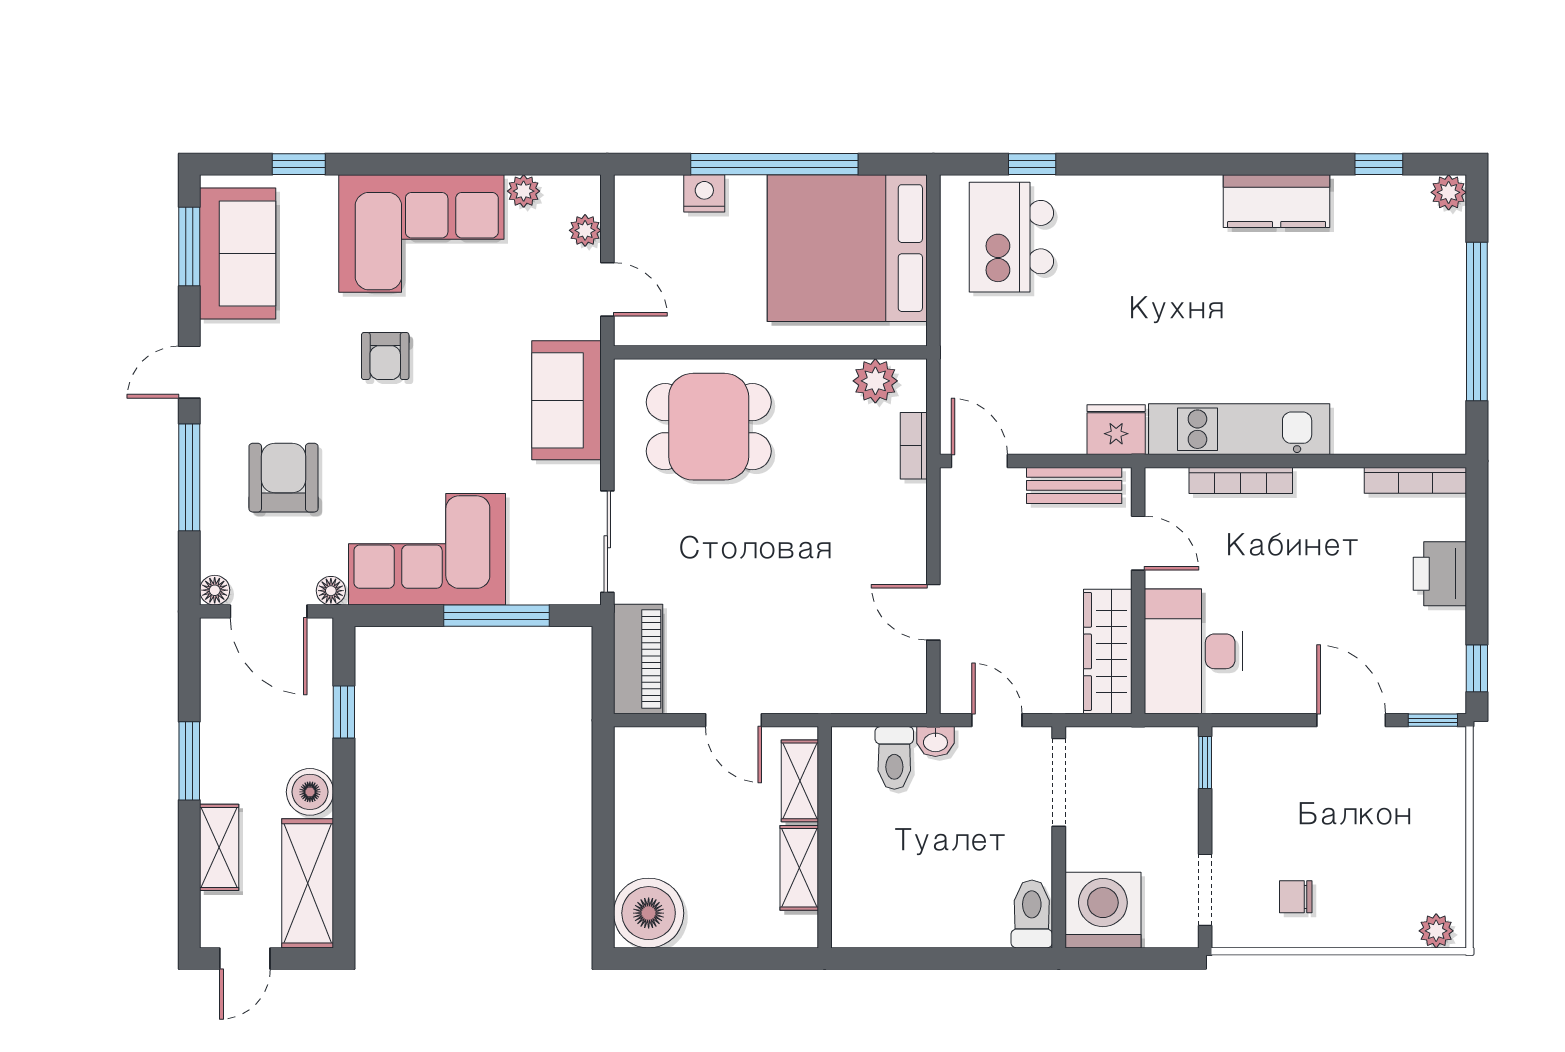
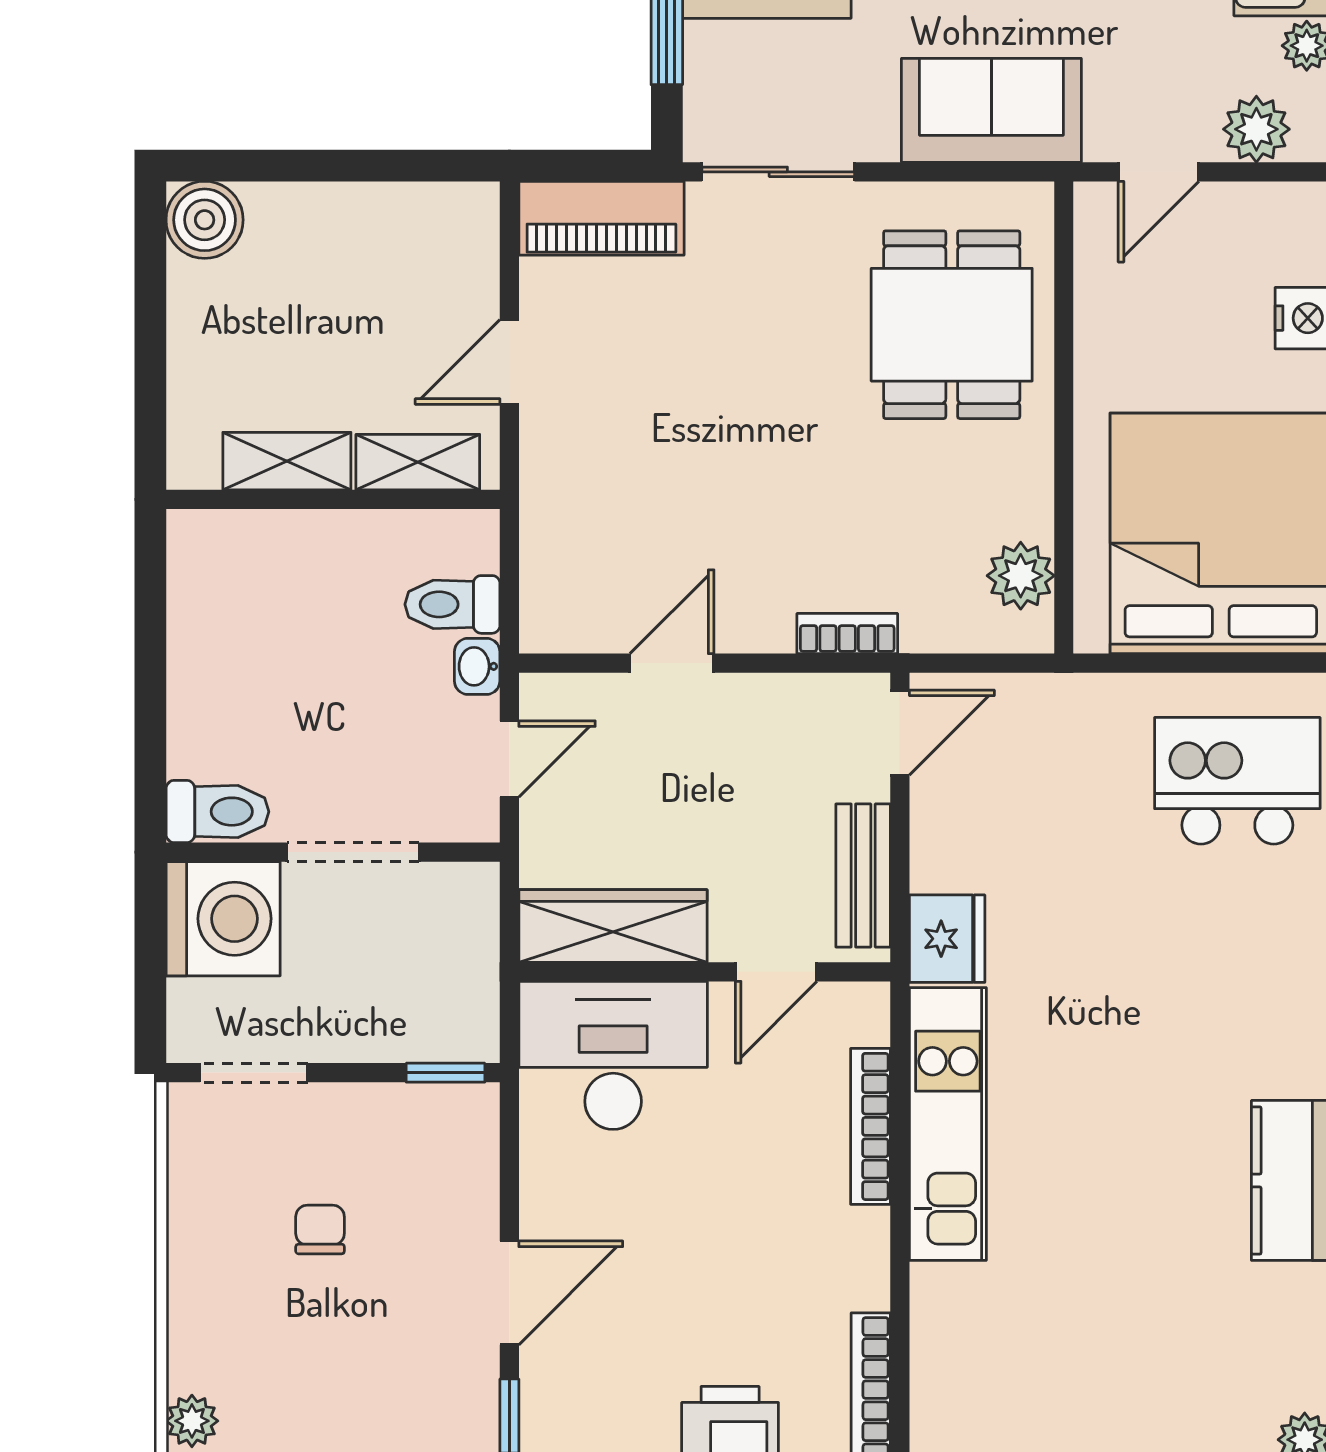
plant: (585, 230) -> (1256, 129), width x1.38, depth x1.38
bookcase: (914, 446) -> (847, 634), moved
doorway: (1059, 782) -> (353, 852), moved
chair: (1296, 897) -> (320, 1230), moved
boiler: (649, 913) -> (205, 220), width x0.73, depth x0.73

